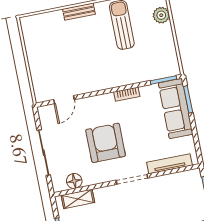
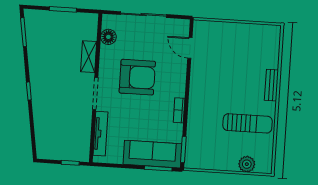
shelving: (78, 199) -> (89, 57), moved

